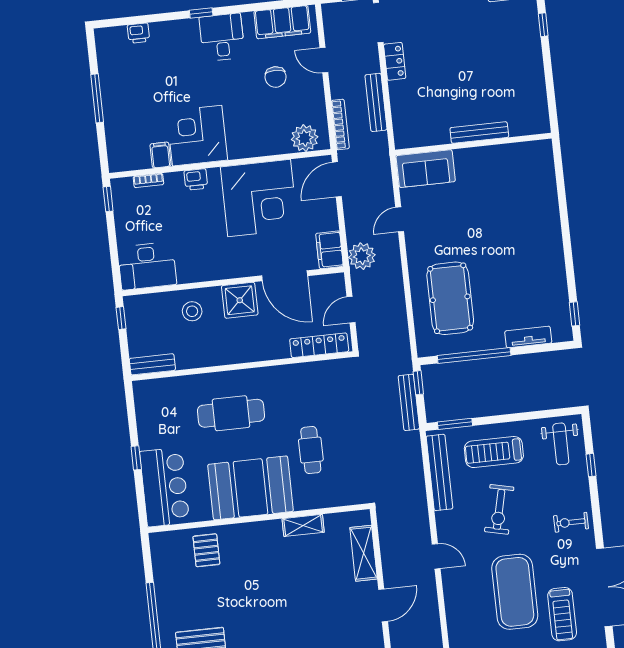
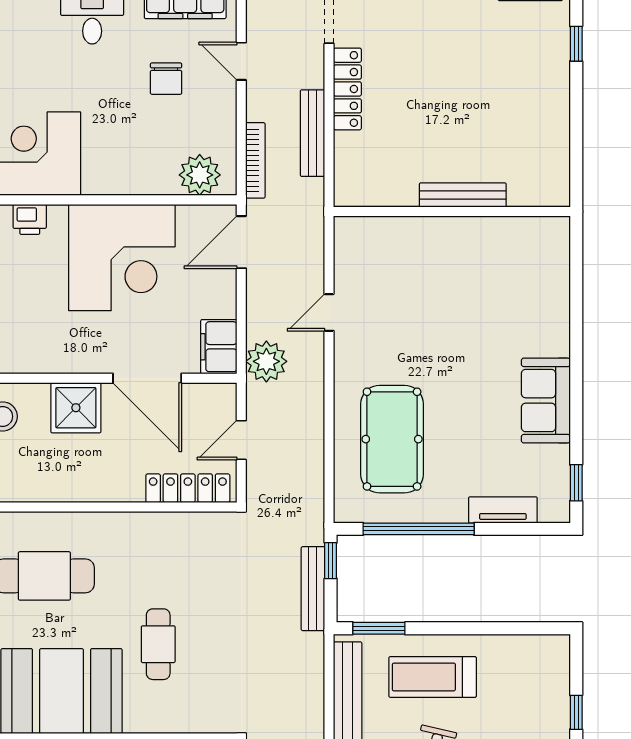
locker: (395, 61) -> (347, 89), width x1.53
sofa: (426, 169) -> (546, 401), moved, turned 90
weight bench: (561, 444) -> (534, 676), removed

